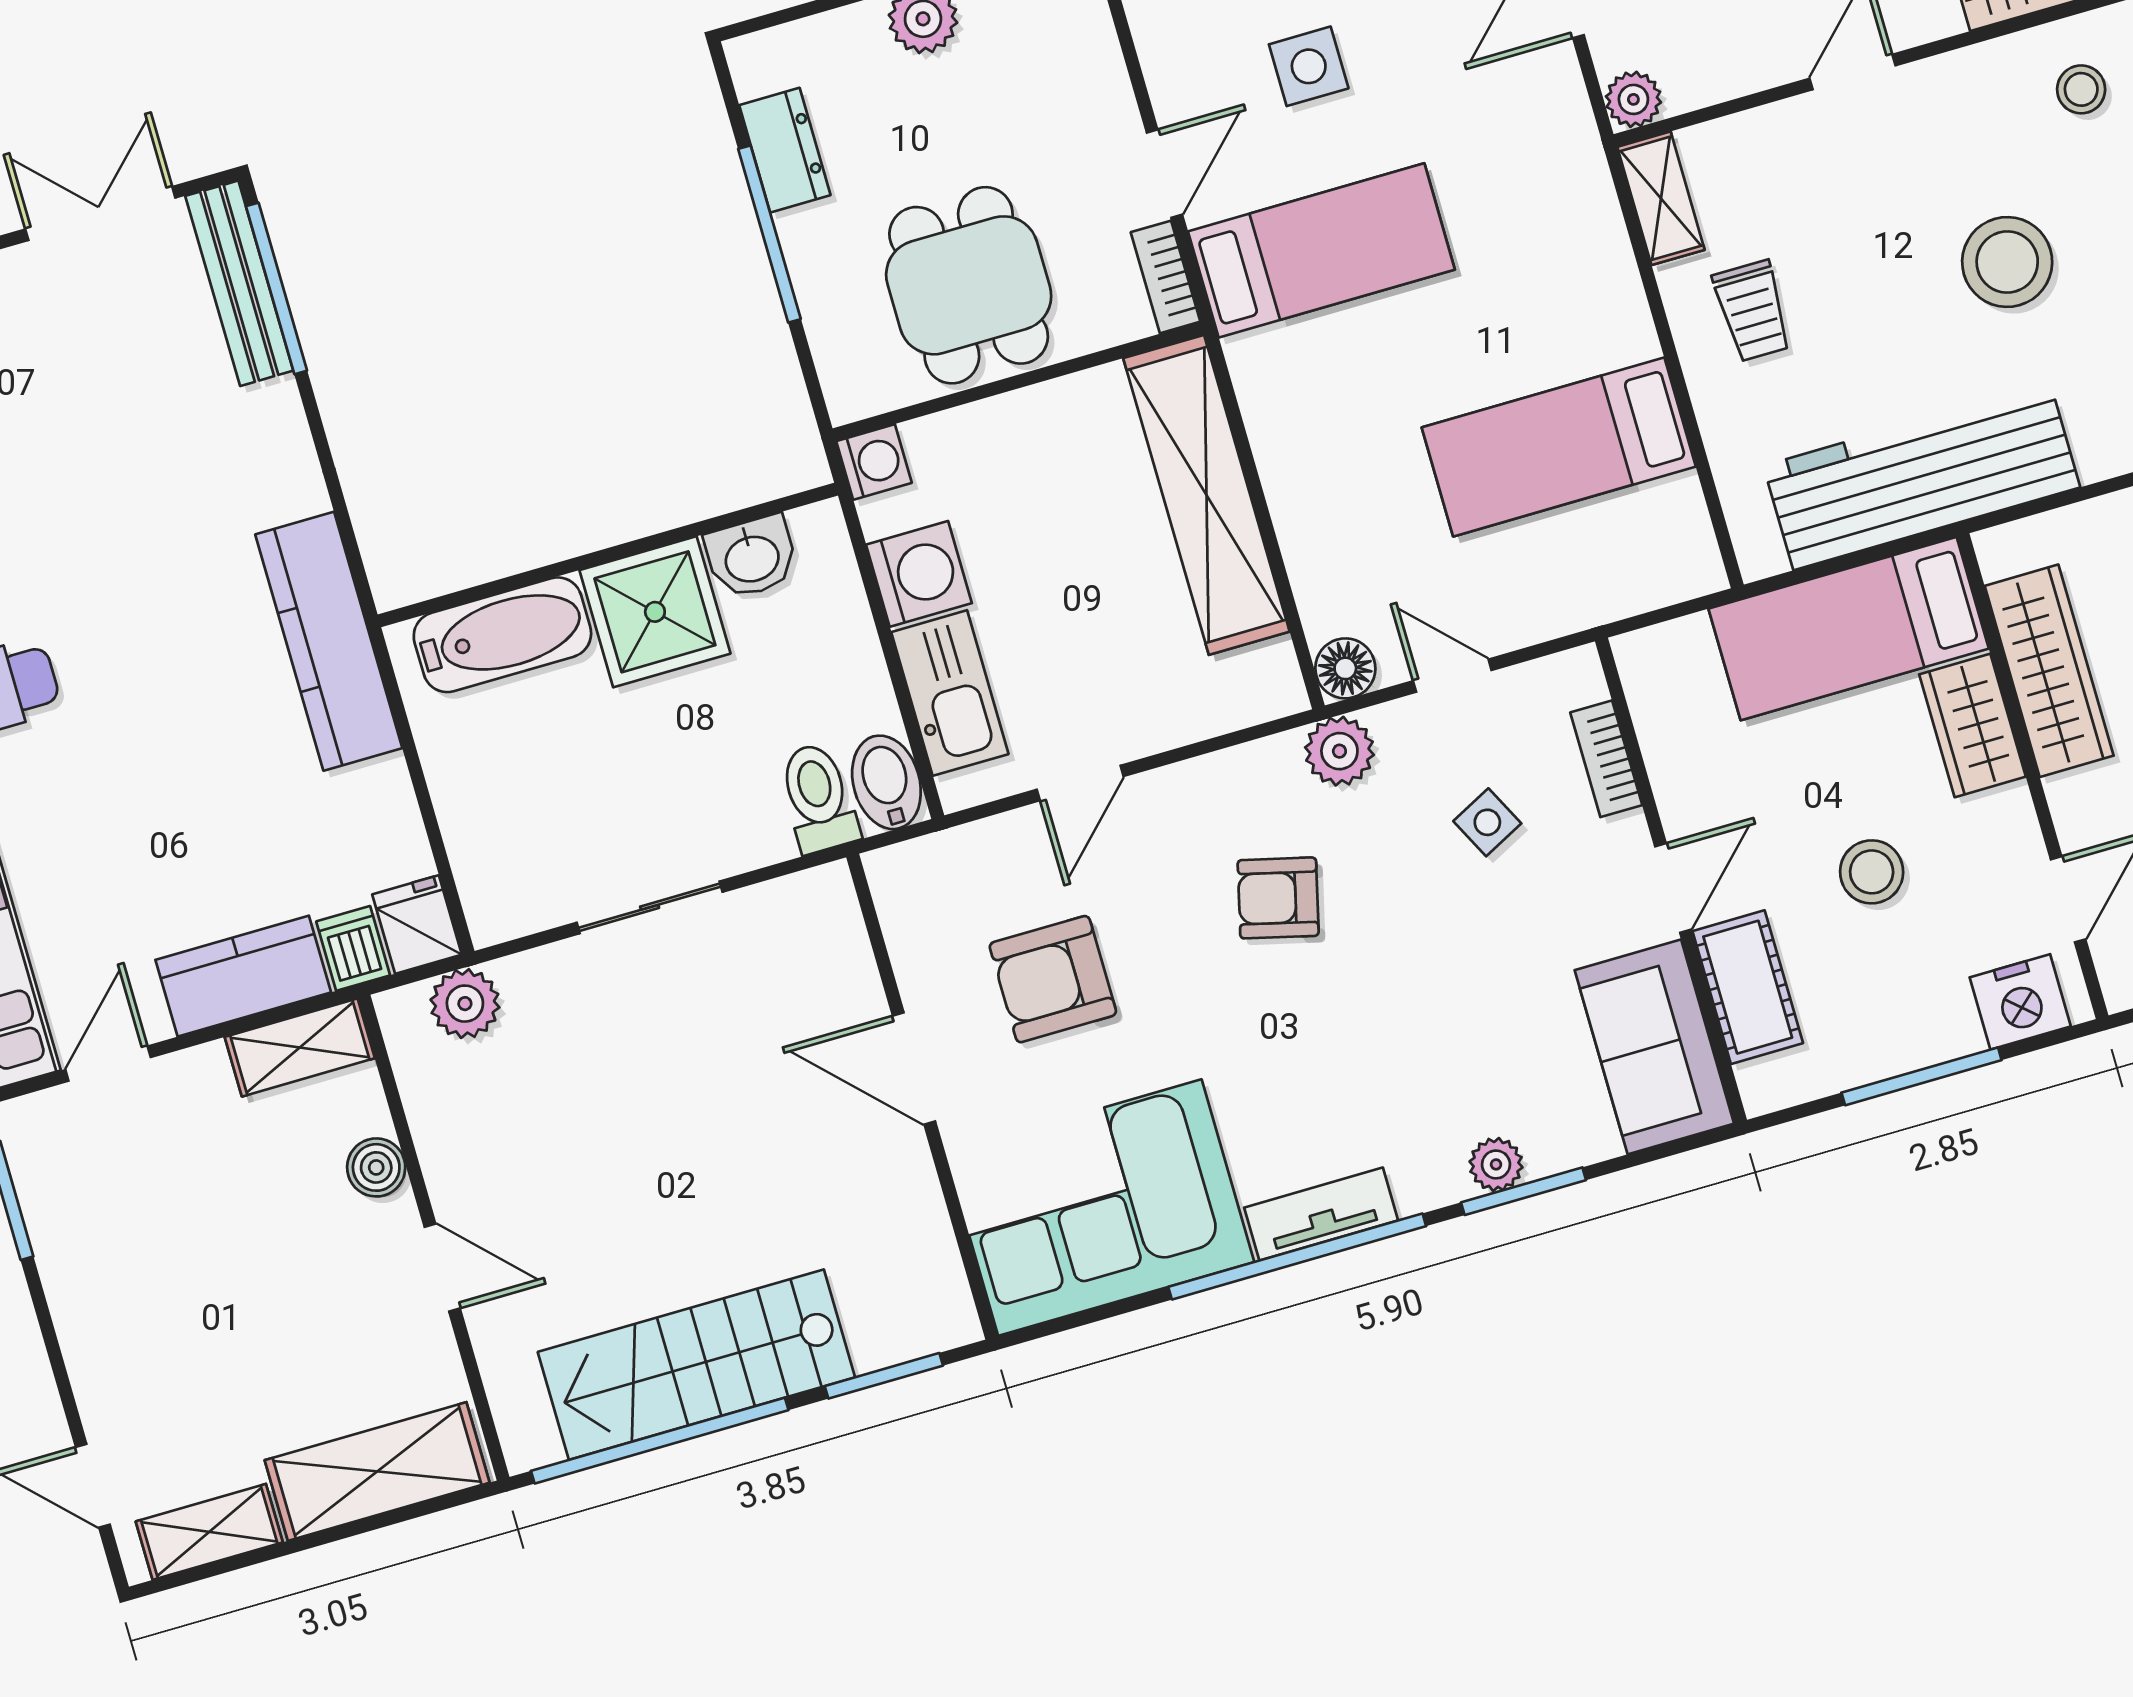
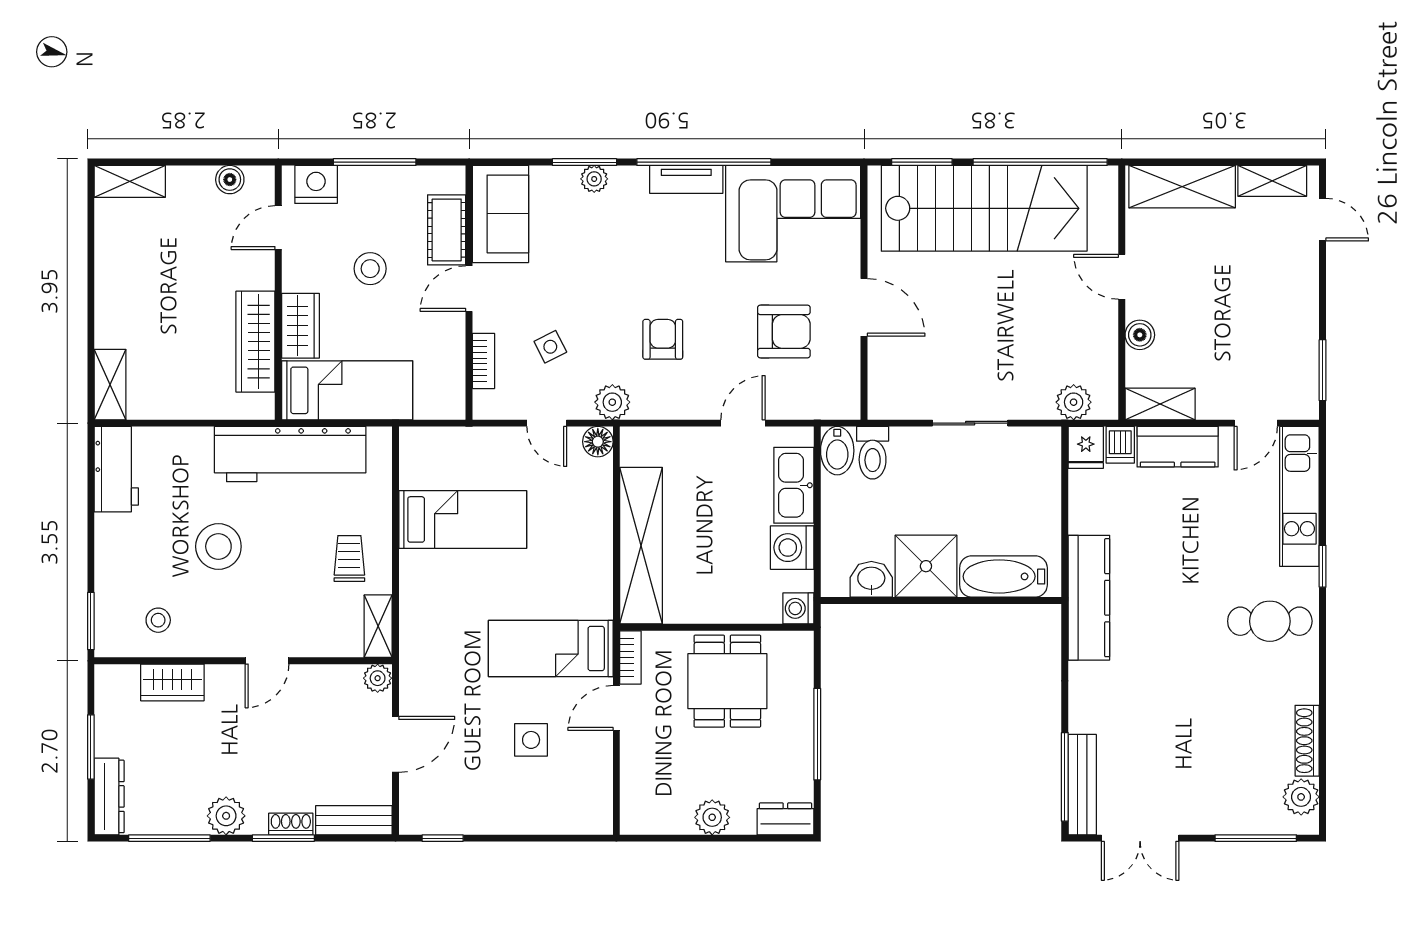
dresser: (785, 150) -> (785, 819), moved, turned 90
armchair: (1278, 898) -> (663, 339), turned -104
stairs: (696, 1365) -> (984, 208), width x1.36, depth x1.51

